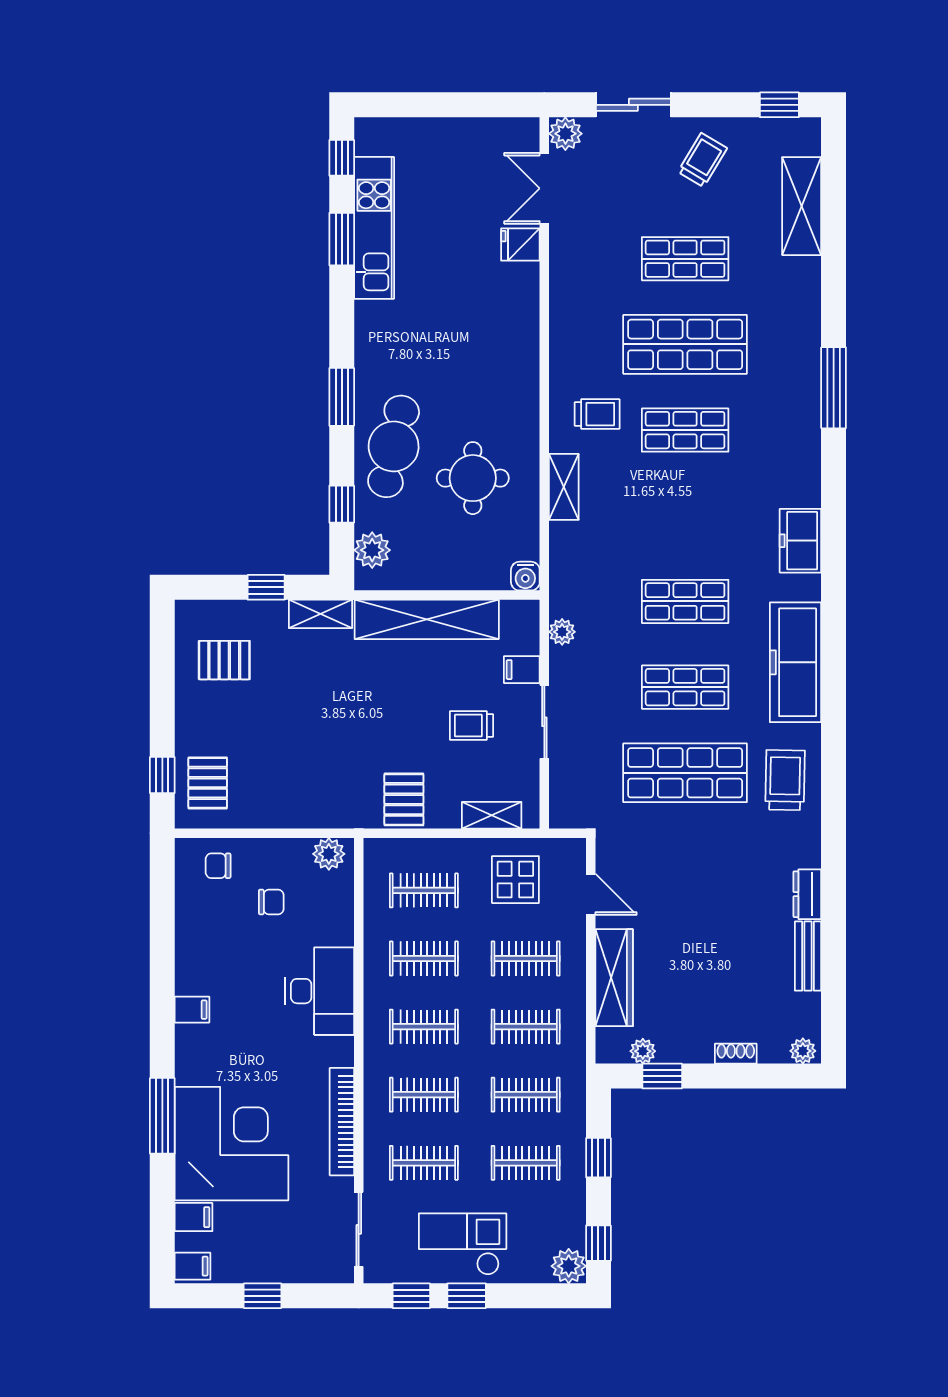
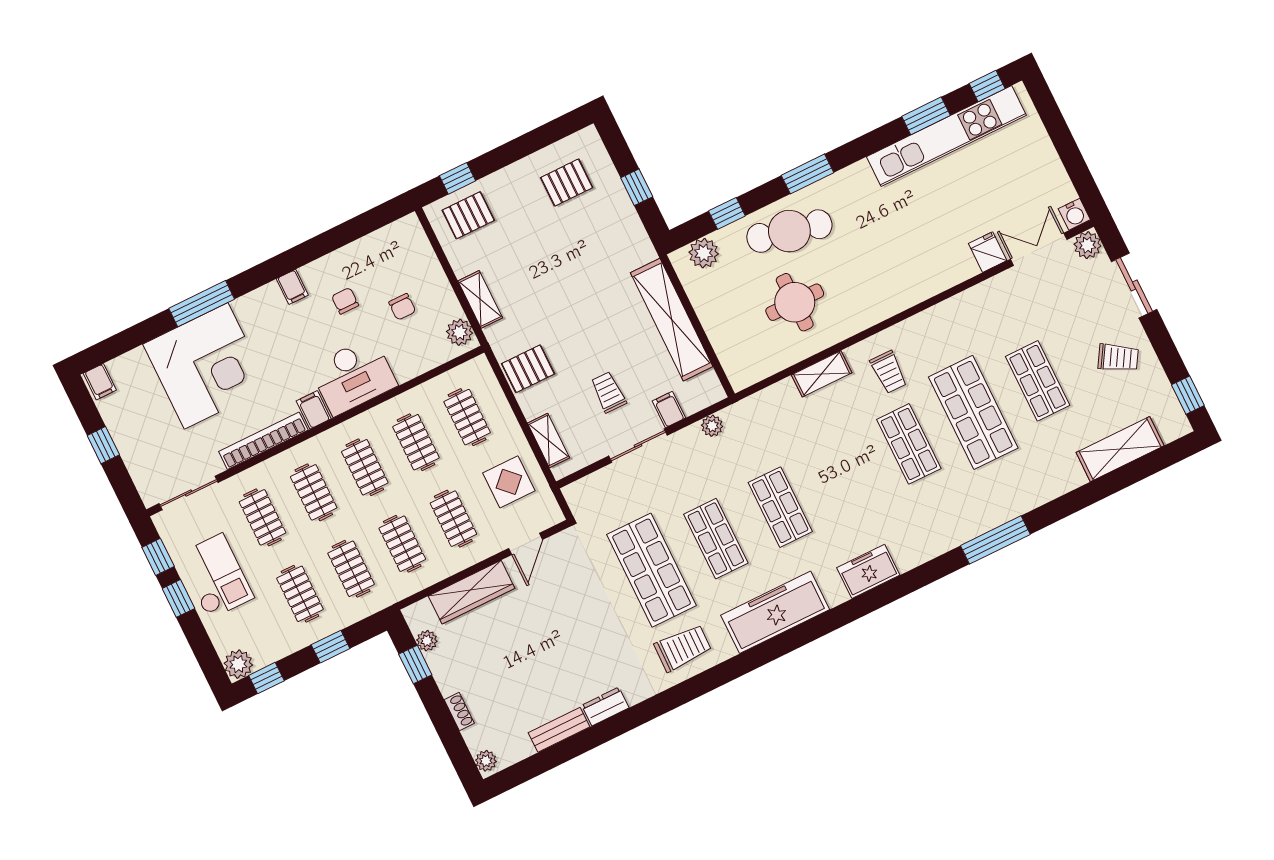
kitchen unit: (374, 228) -> (946, 136), width x1.36
water cooler: (525, 576) -> (1074, 214), moved, turned -90
shelving: (320, 614) -> (480, 299), moved
pallet: (224, 660) -> (567, 183), turned 90
chair: (218, 866) -> (345, 301), moved
filing cabinet: (194, 1217) -> (314, 410), moved, turned 180

